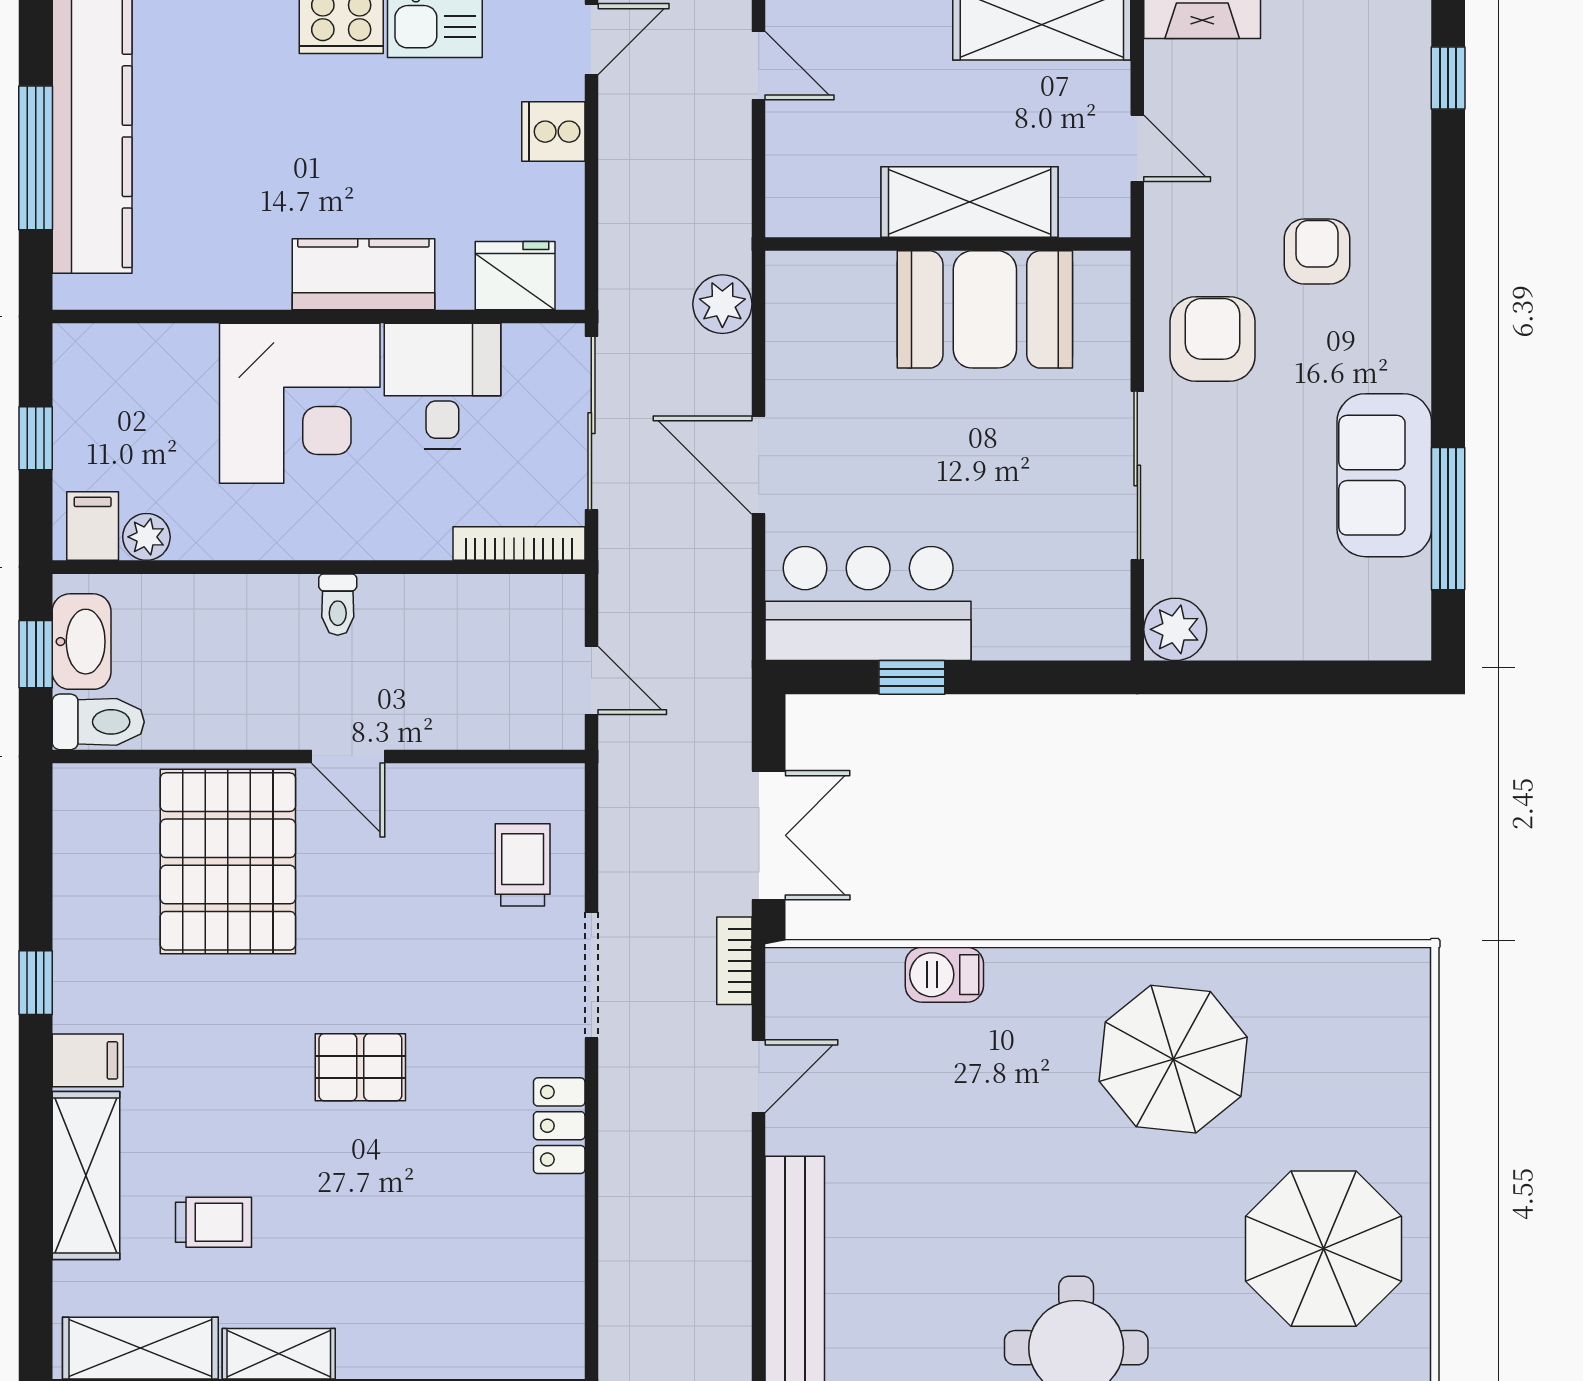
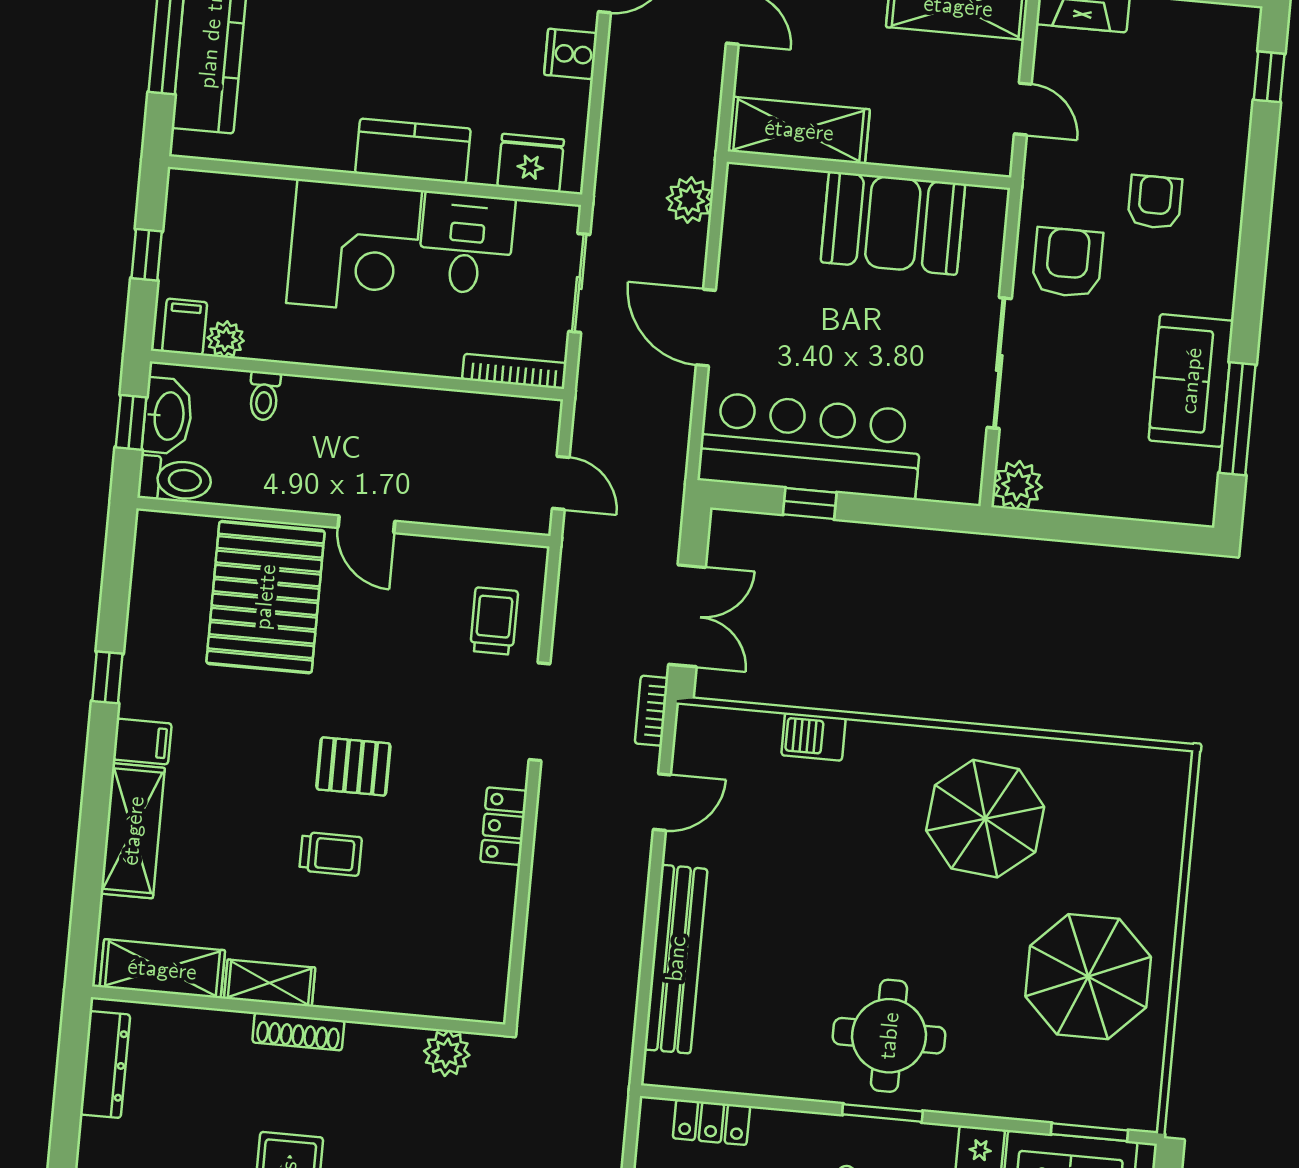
shelving: (970, 202) -> (799, 130), moved
sliding door: (591, 423) -> (579, 283), width x0.73
bar counter: (868, 604) -> (810, 446), width x1.36
toilet: (338, 605) -> (264, 396), moved
trolley: (213, 1222) -> (331, 854), moved

